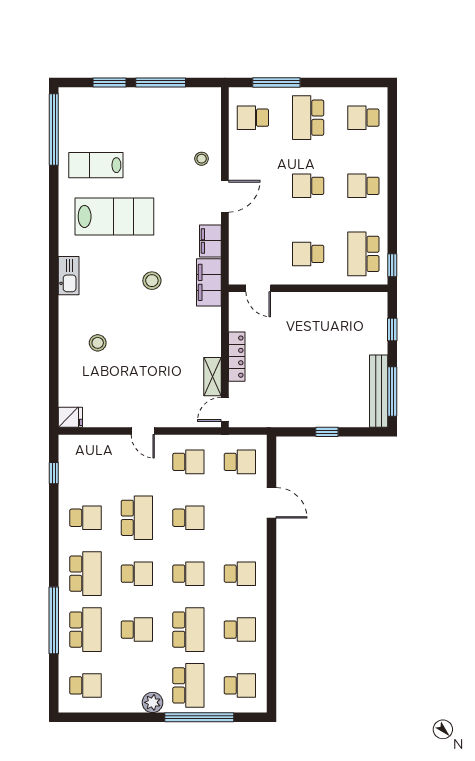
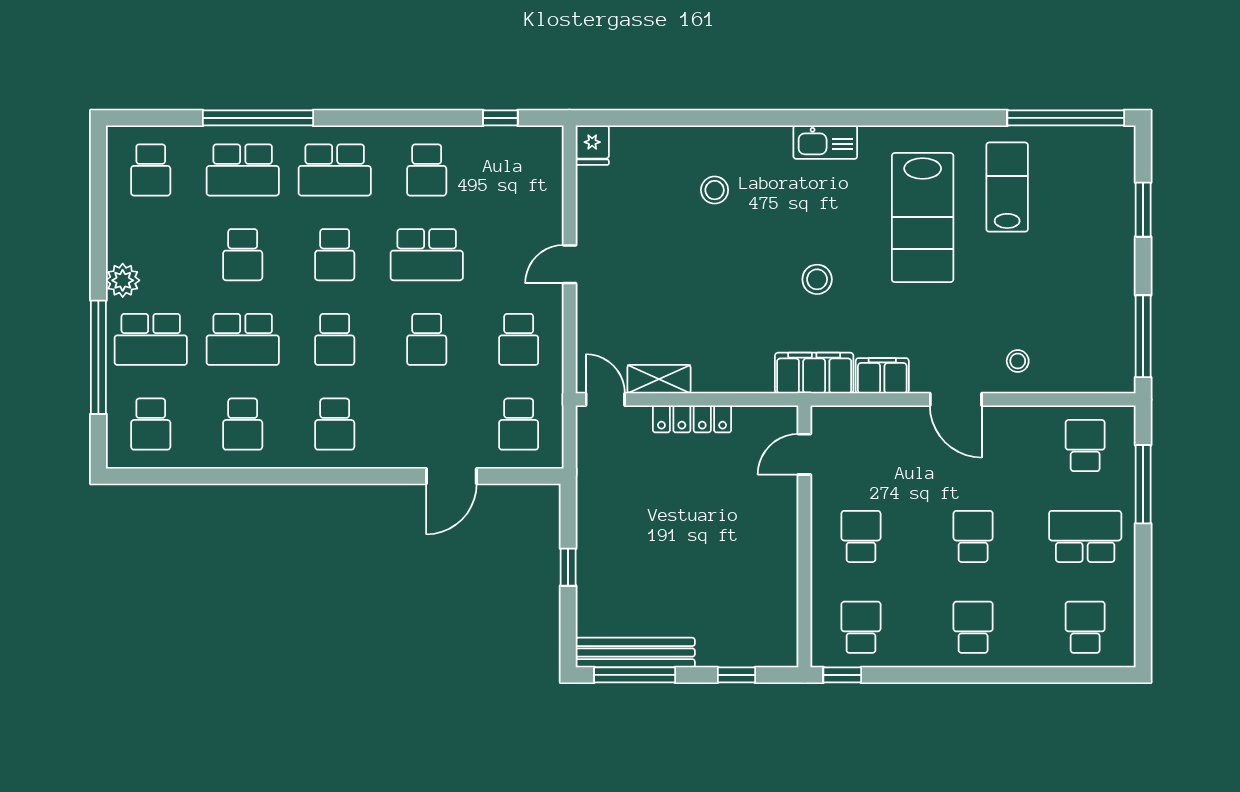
window: (161, 82) -> (1143, 336), moved
school desk: (363, 254) -> (861, 627), width x0.54

